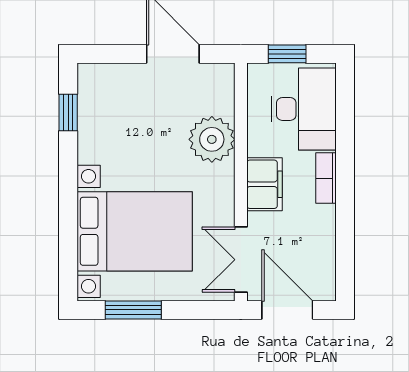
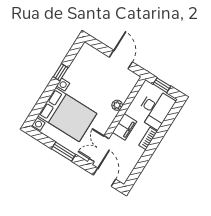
window: (68, 113) -> (61, 72), moved
plant: (212, 139) -> (117, 105), width x0.53, depth x0.53
window: (133, 310) -> (64, 152), moved

